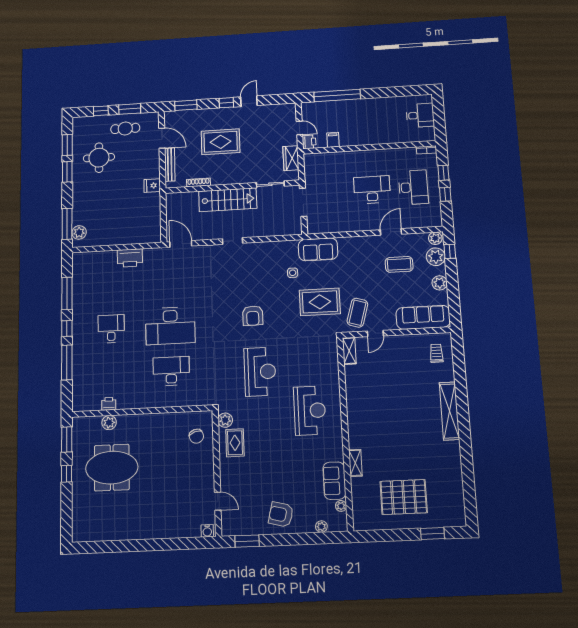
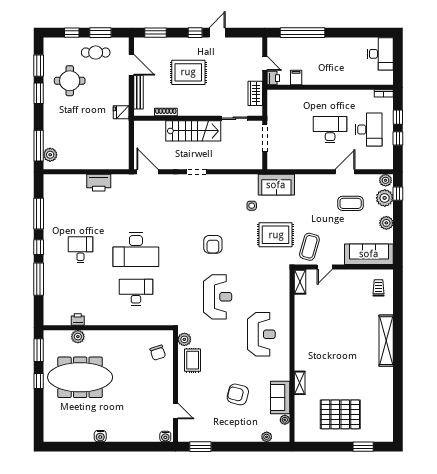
desk: (420, 115) -> (380, 54), width x1.37
meeting table: (112, 468) -> (80, 377), width x1.36
armchair: (281, 515) -> (238, 394), moved
water cooler: (135, 533) -> (100, 436), added

